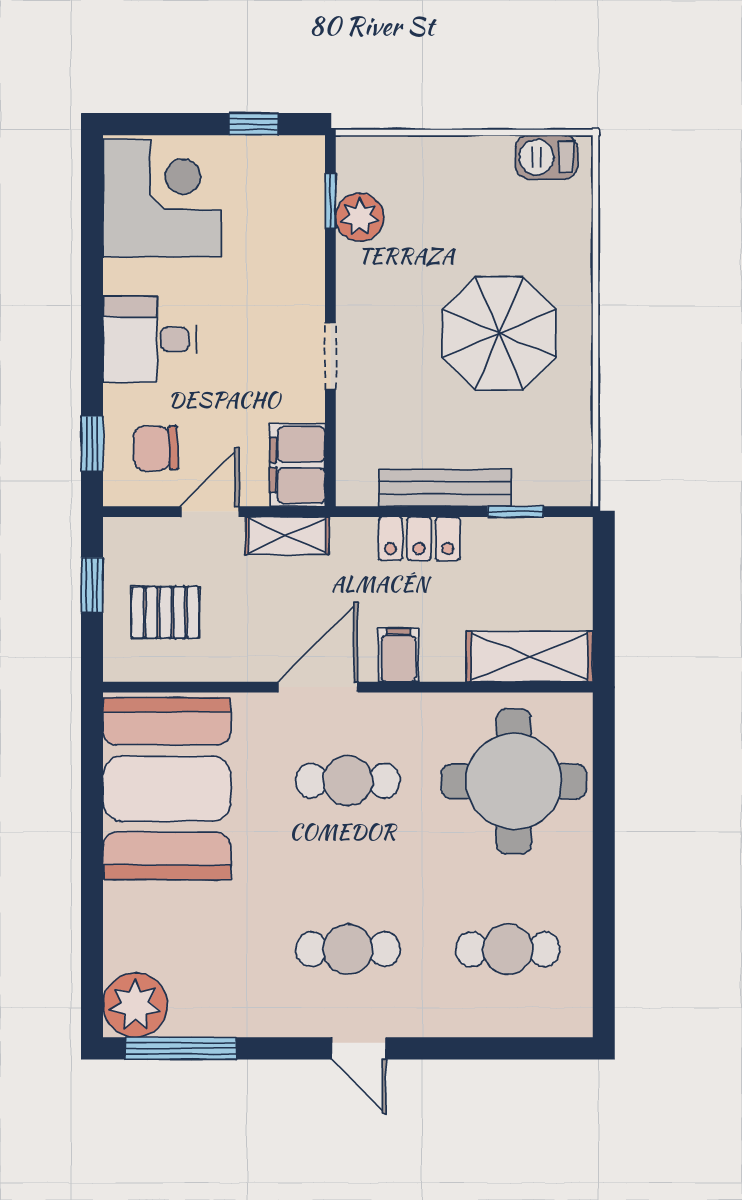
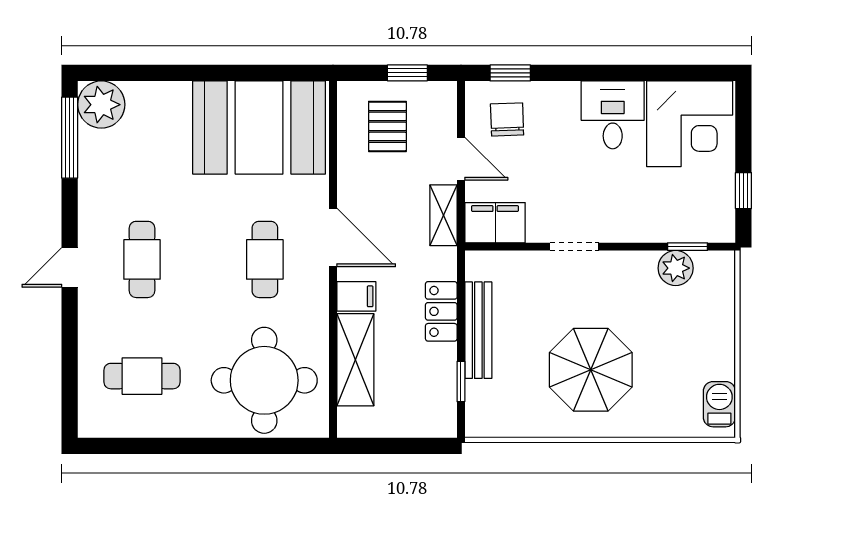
desk: (150, 339) -> (613, 115), moved
shelving: (529, 657) -> (355, 360), moved
cafe table: (508, 949) -> (142, 376), turned 90

